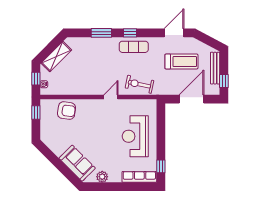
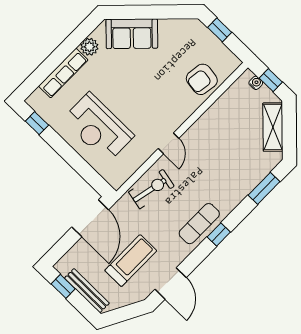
window: (101, 33) -> (264, 188), moved
treadmill: (181, 62) -> (131, 261), turned 180
door: (191, 99) -> (90, 218), moved
window: (36, 112) -> (220, 30), moved
reception desk: (135, 136) -> (98, 128), turned 180
row of seats: (139, 177) -> (63, 73), moved

